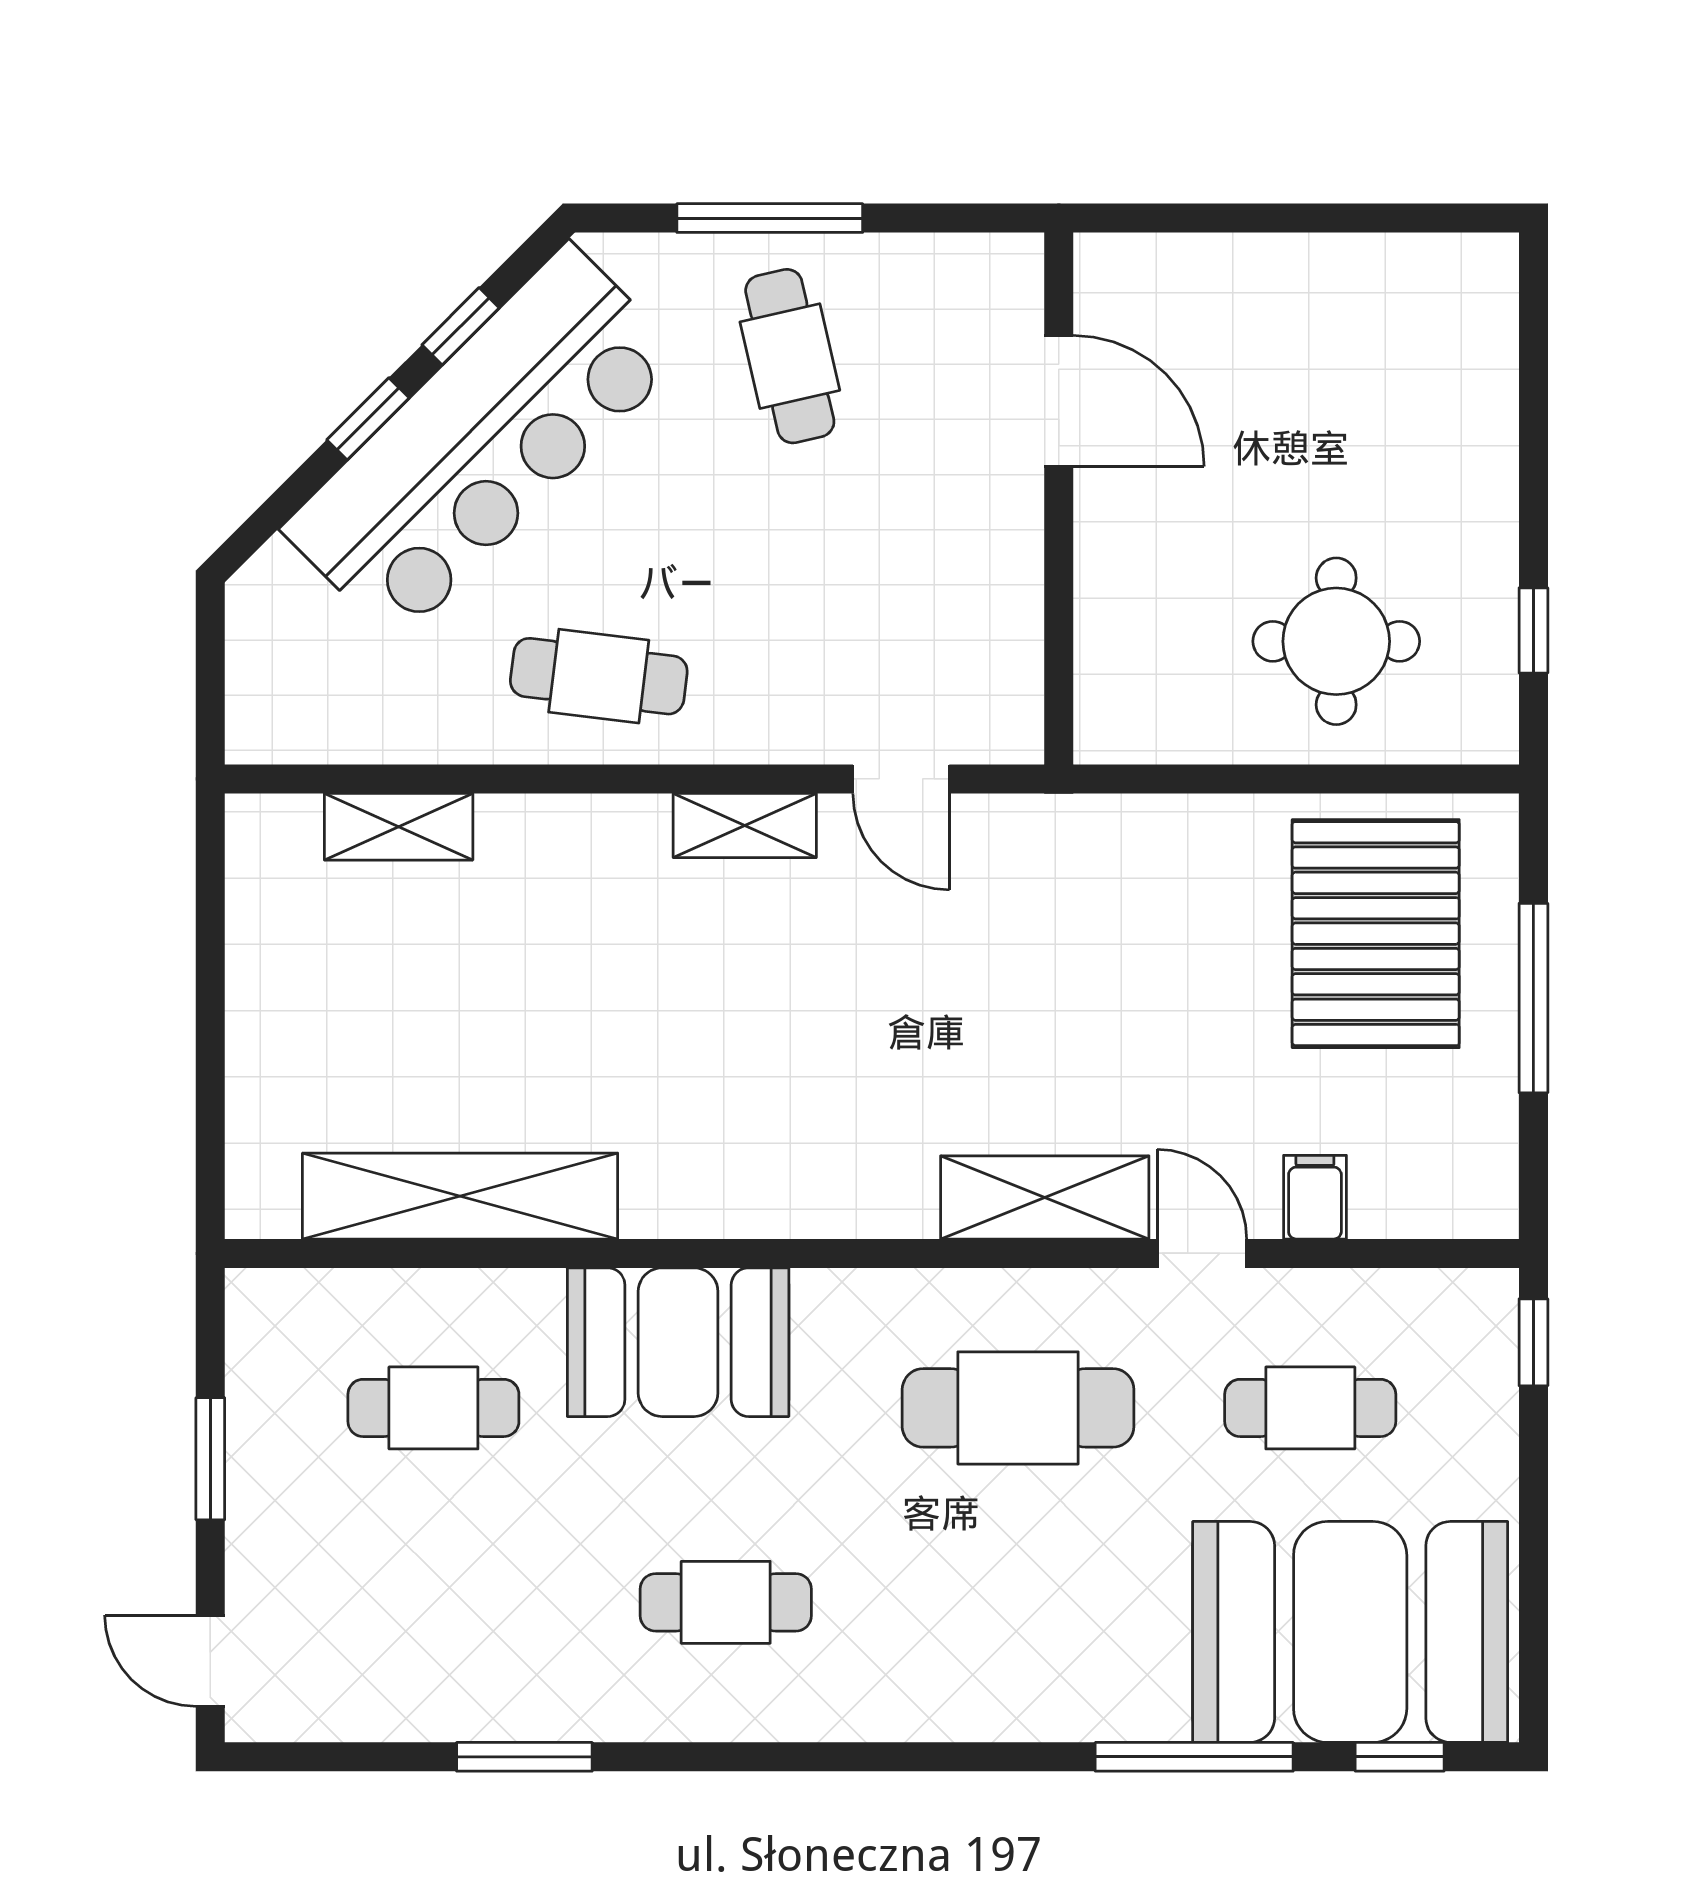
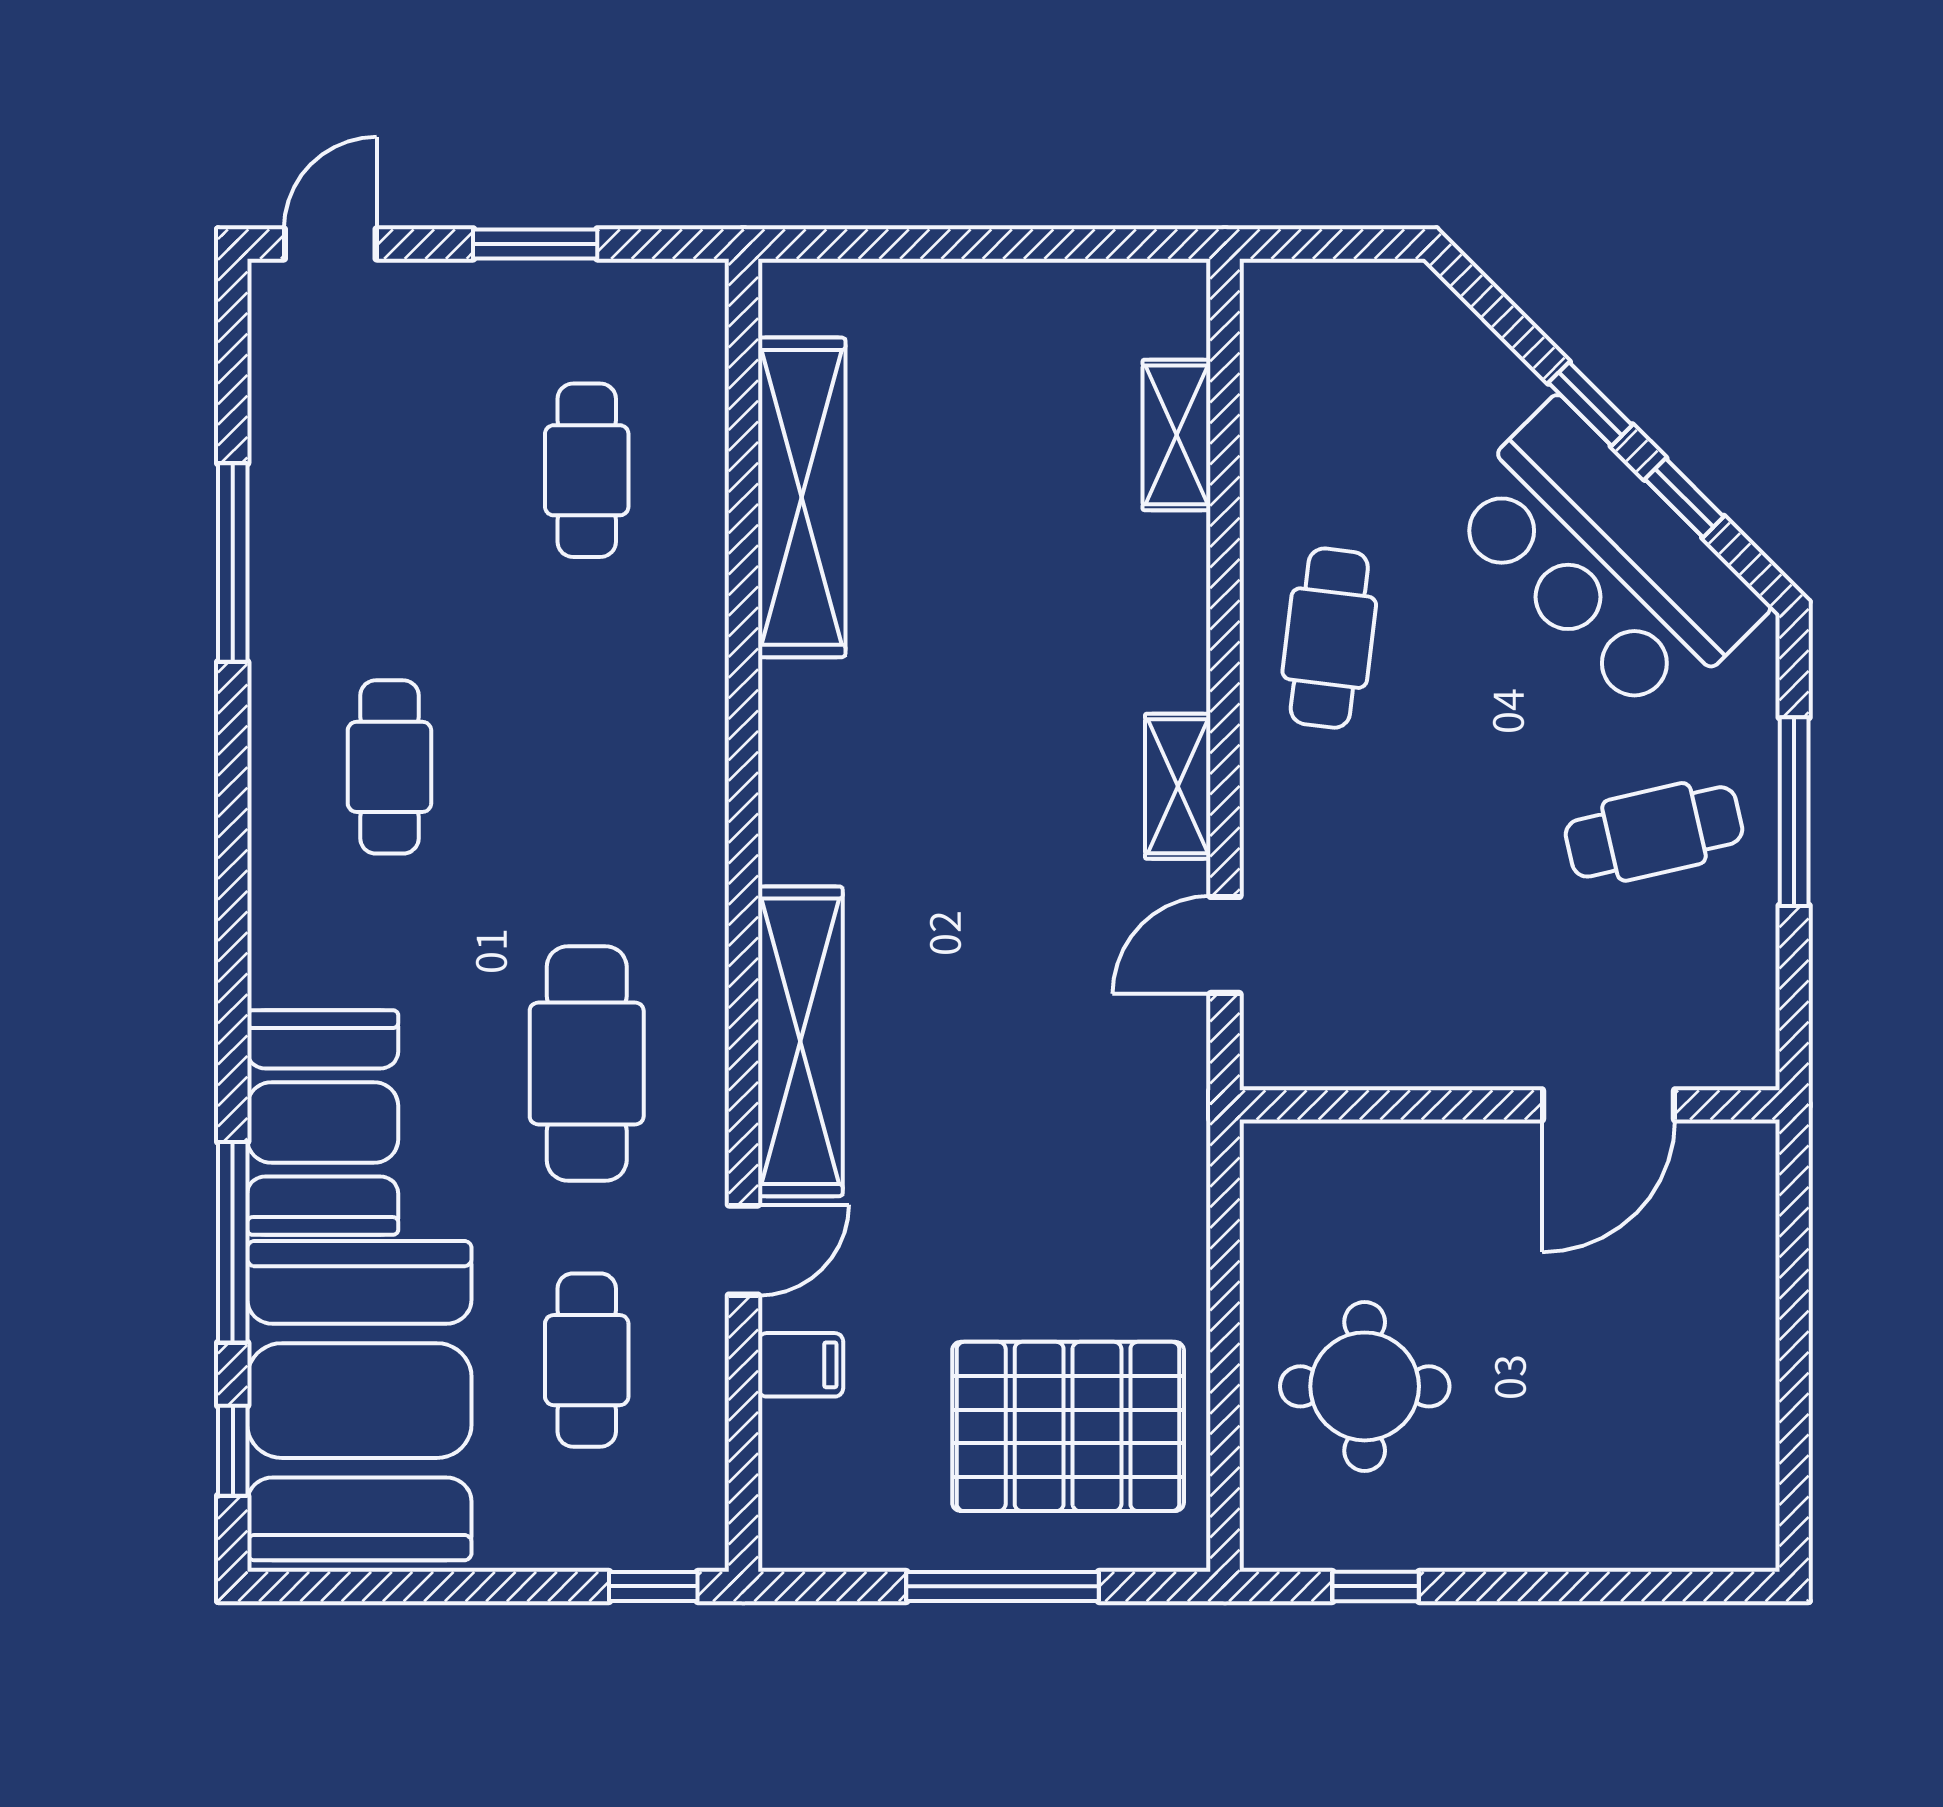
bar counter: (483, 443) -> (1605, 560), width x0.73
shelving: (1045, 1197) -> (800, 1041), width x1.47
booth: (678, 1342) -> (323, 1123), moved
window: (524, 1757) -> (233, 563), width x1.44

